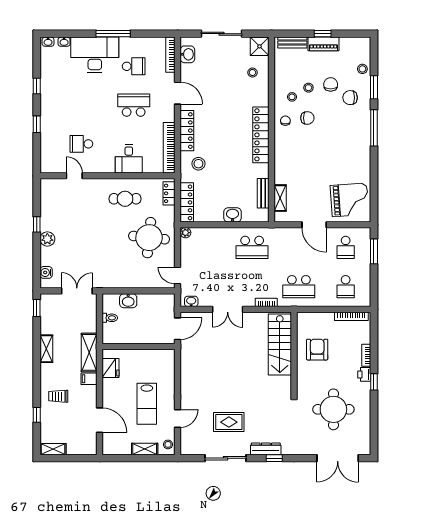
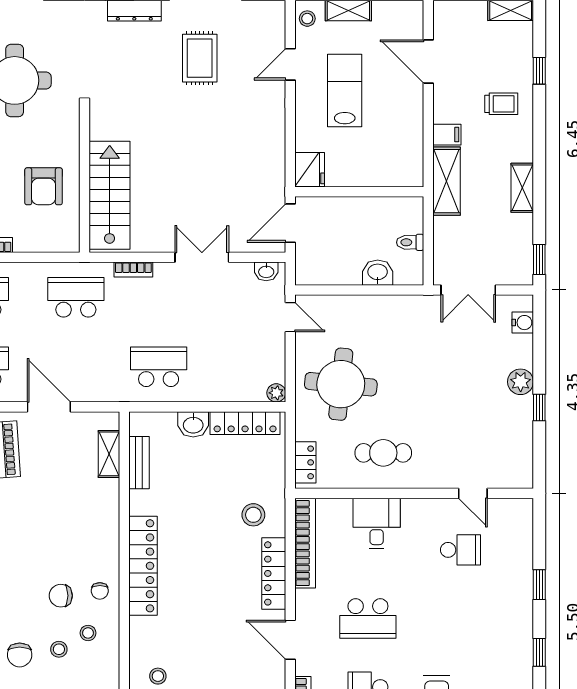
locker: (187, 202) -> (245, 423), moved, turned -90
fridge: (111, 368) -> (310, 169), moved, turned 180
rug: (229, 422) -> (200, 58), turned 90

